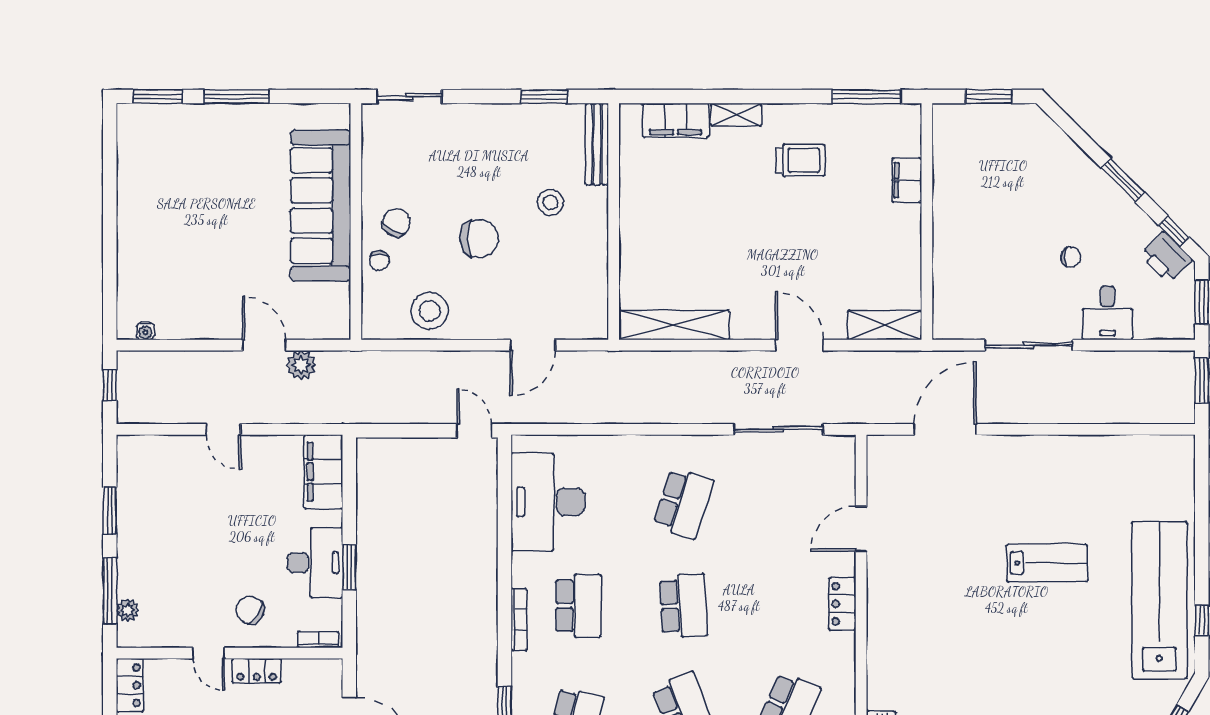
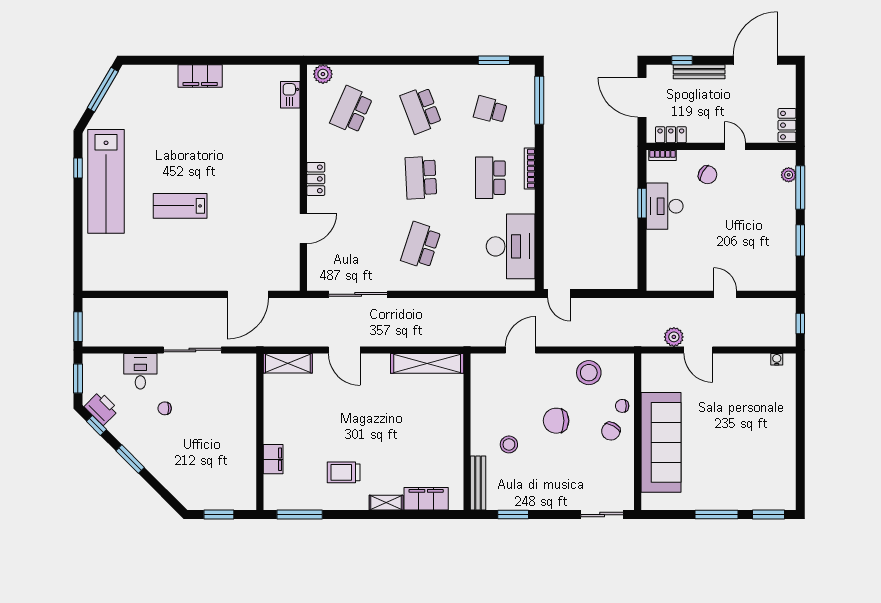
chair: (379, 261) -> (622, 406), turned -90
filing cabinet: (323, 472) -> (659, 266), removed
locker: (257, 671) -> (671, 135), moved

